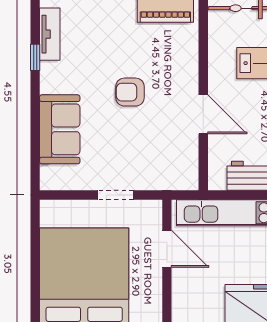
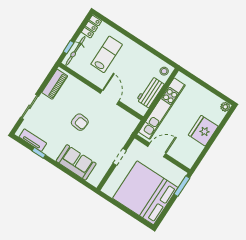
armchair: (130, 92) -> (80, 122), turned -84
door: (203, 114) -> (110, 97), hinge flipped

